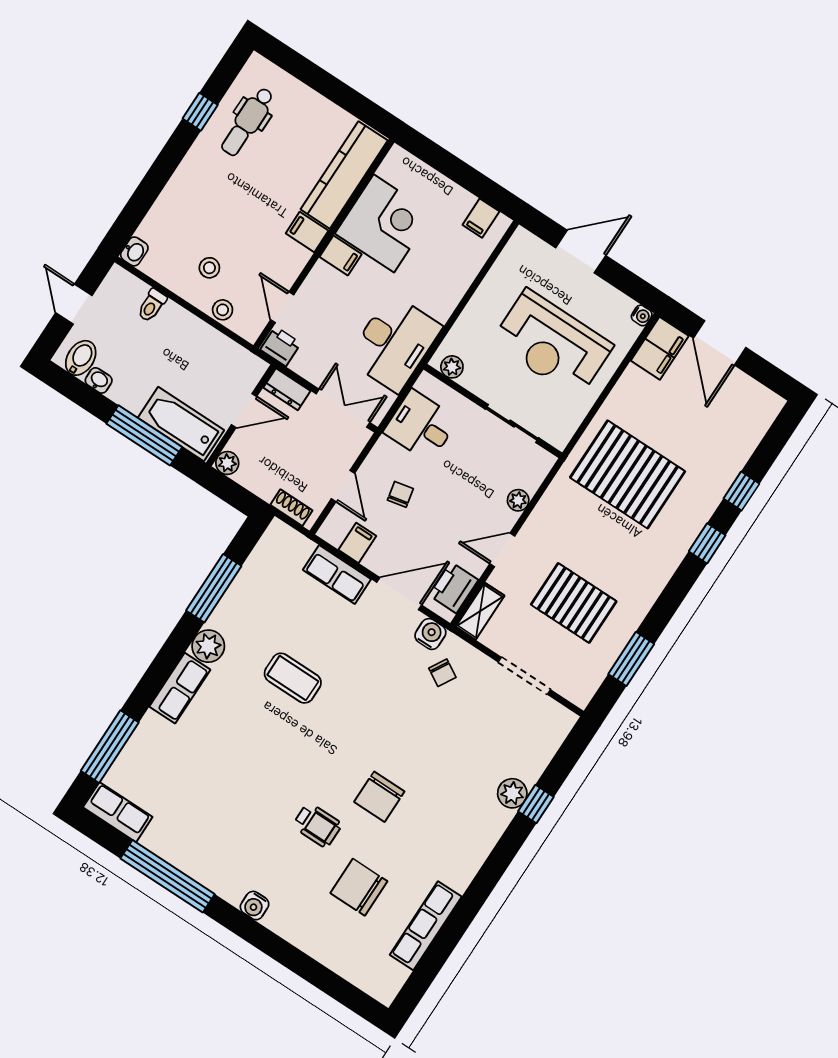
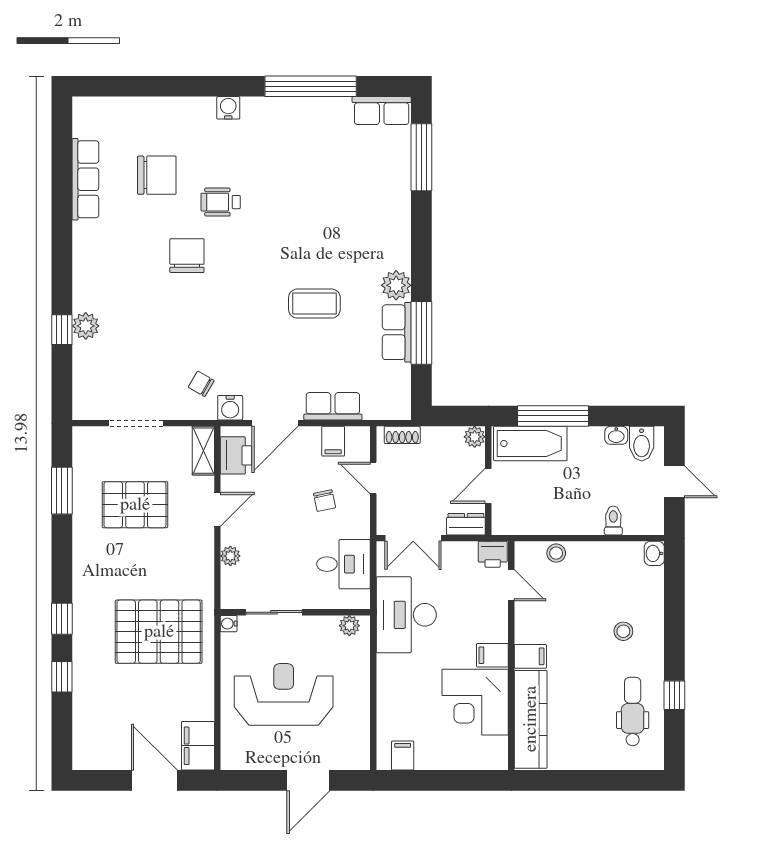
stool: (209, 268) -> (623, 631), moved
water cooler: (642, 315) -> (229, 624), moved
row of seats: (180, 688) -> (397, 332), moved

